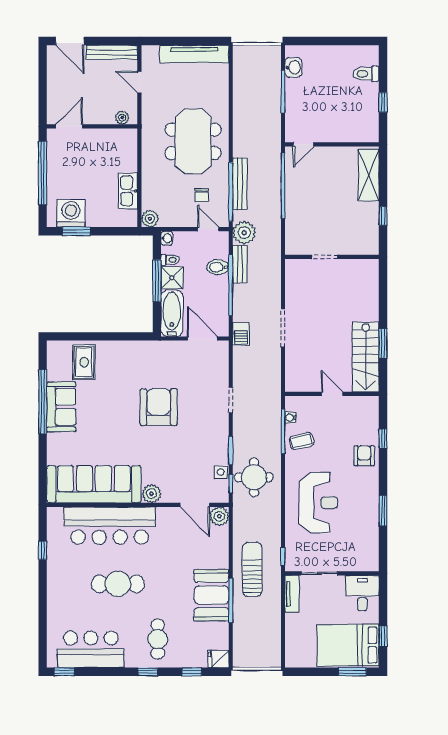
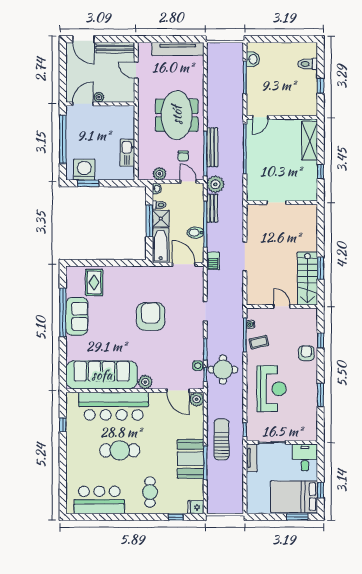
plant: (122, 118) -> (99, 97), moved
plant: (150, 219) -> (159, 174), moved
bidet: (218, 267) -> (195, 233), moved
window: (64, 672) -> (79, 517), removed
window: (148, 672) -> (142, 517), removed

